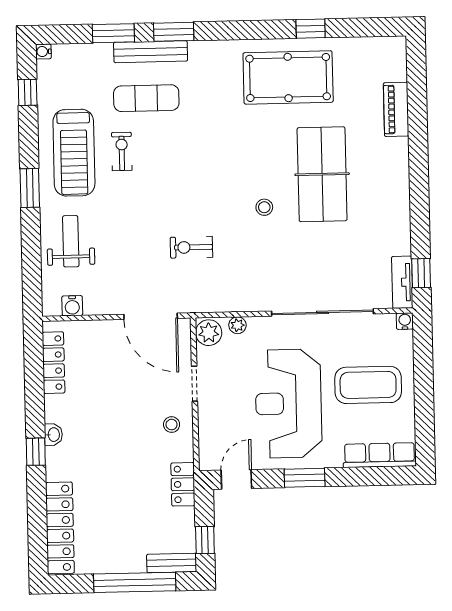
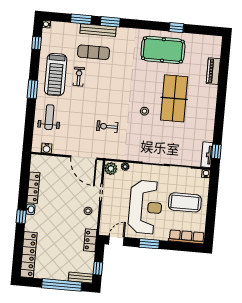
locker: (53, 363) -> (33, 188), moved
reception desk: (288, 404) -> (145, 207), turned 180

